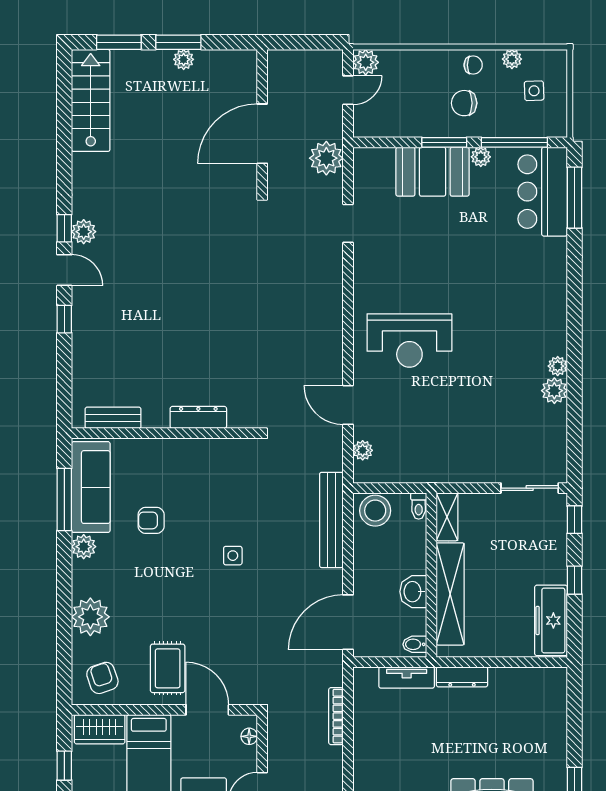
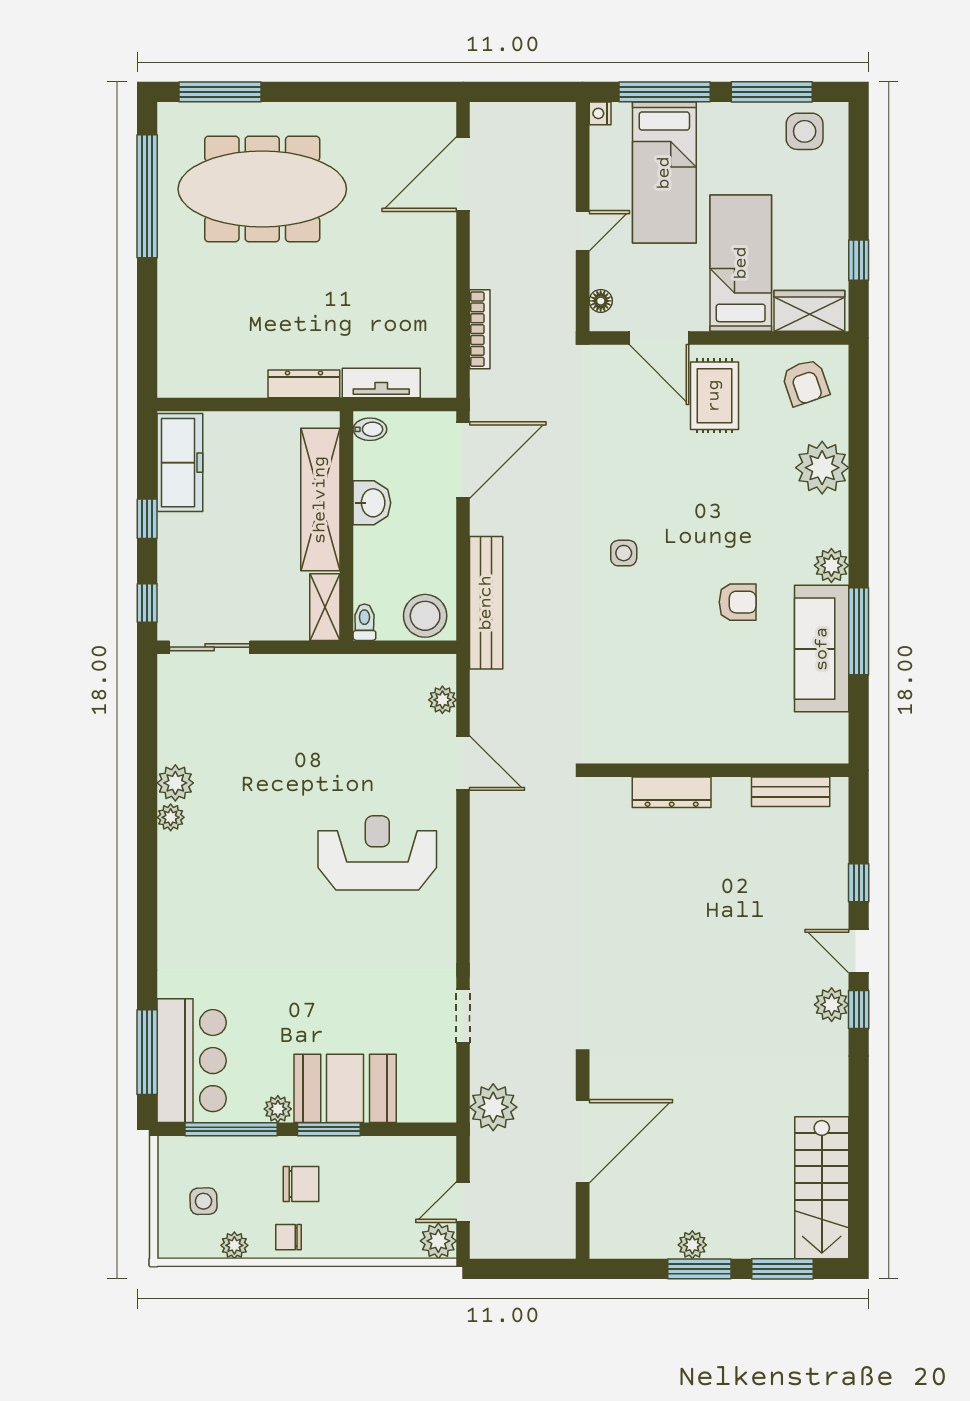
dresser: (198, 417) -> (672, 792), moved
bench: (113, 418) -> (791, 792), moved
wall: (164, 433) -> (719, 770), moved

